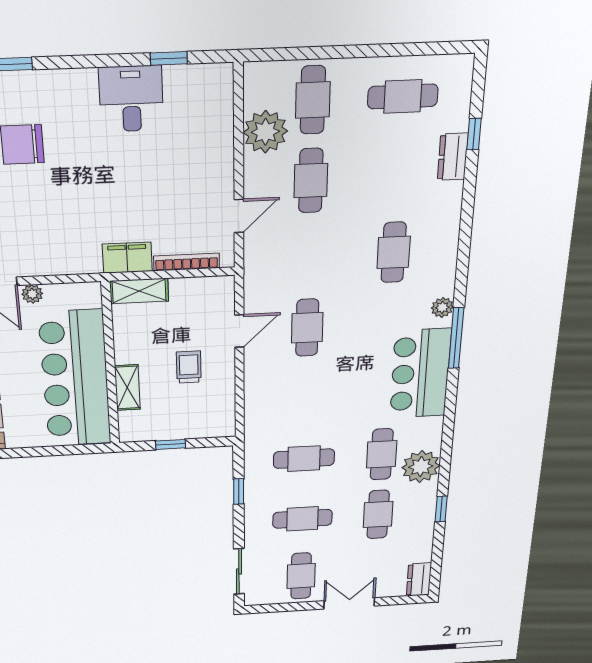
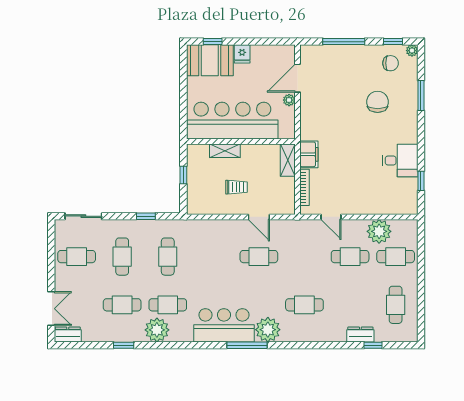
plant: (442, 307) -> (268, 330), width x1.87, depth x1.87
double door: (349, 603) -> (51, 309), moved

